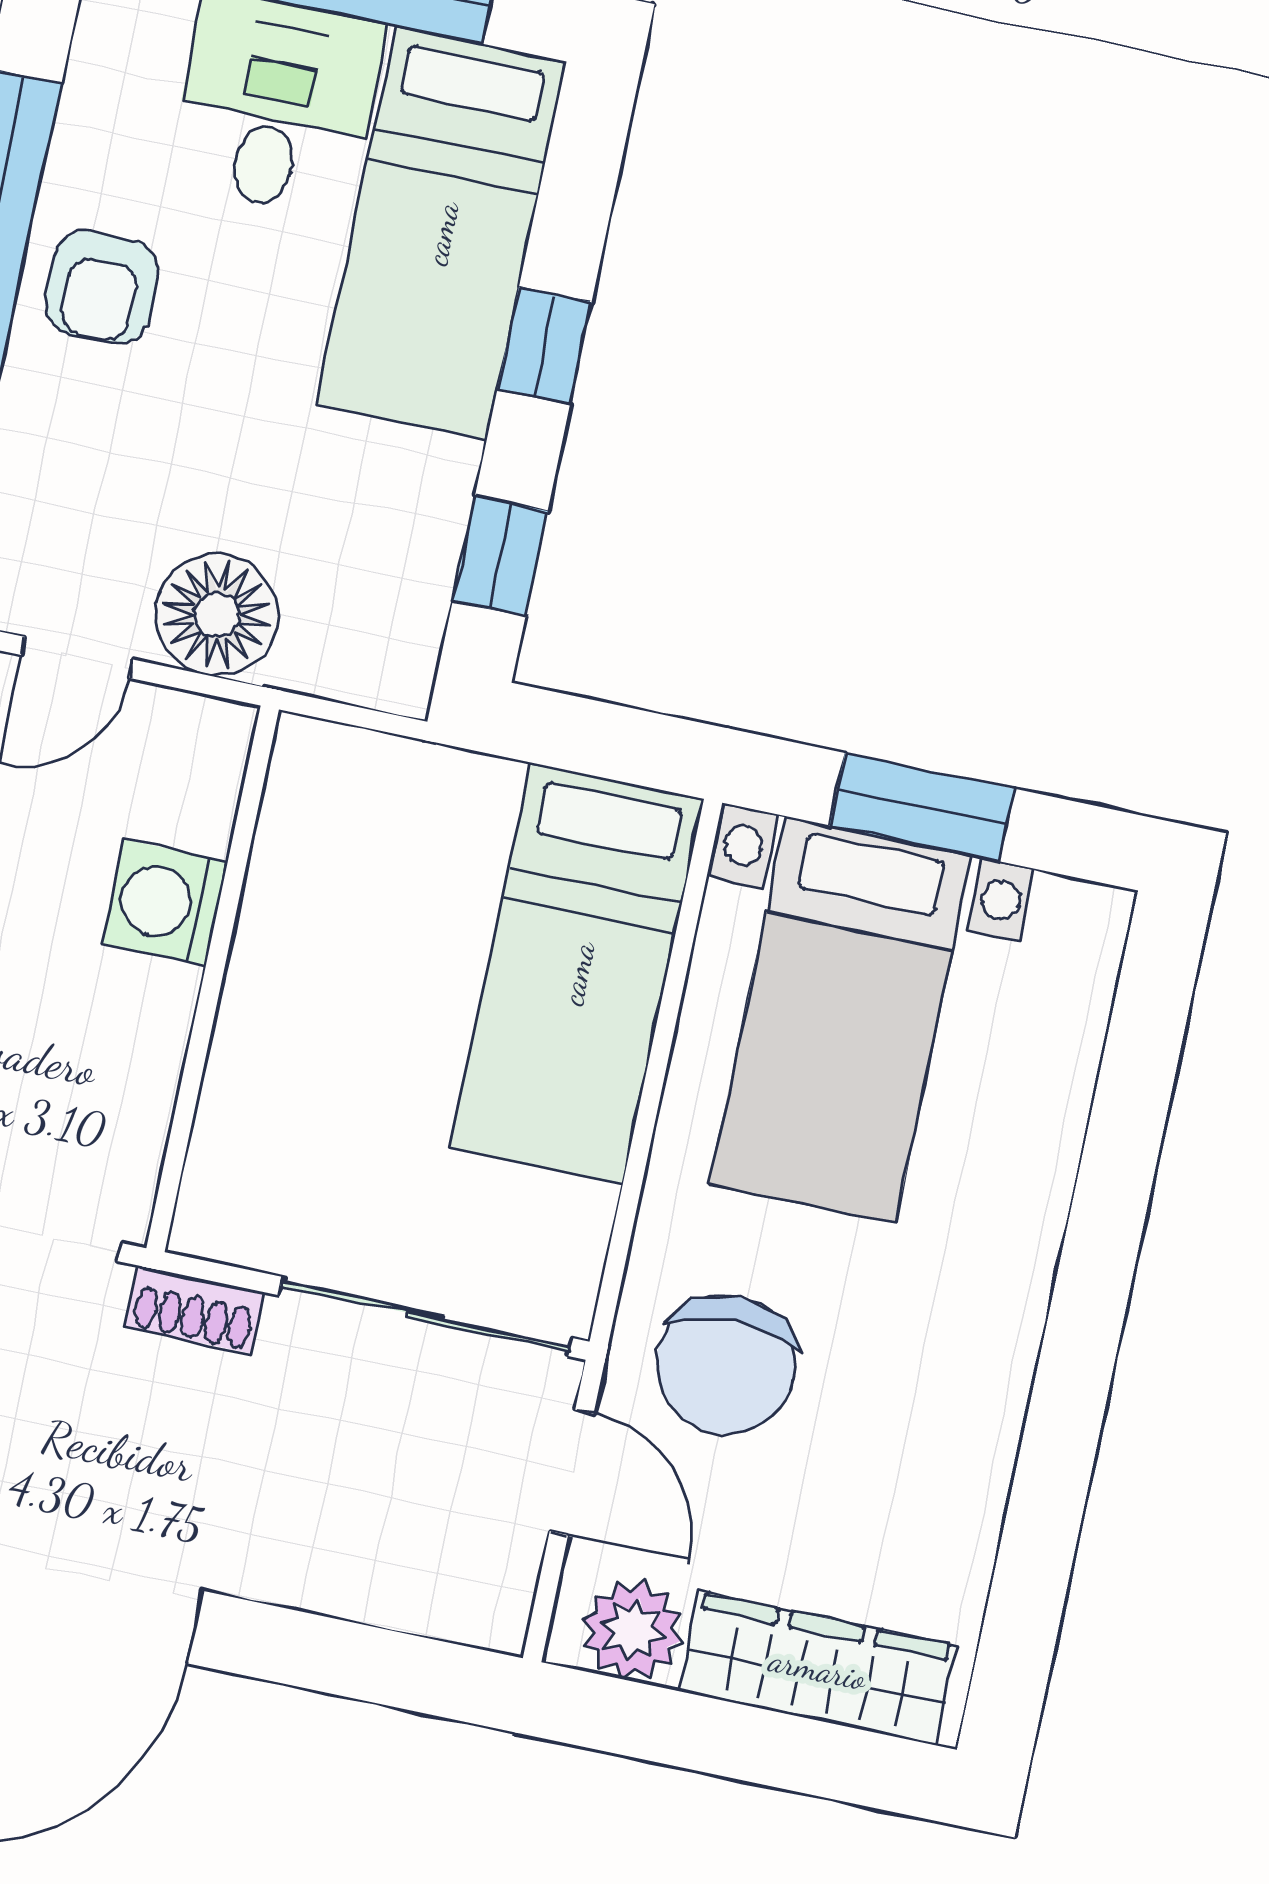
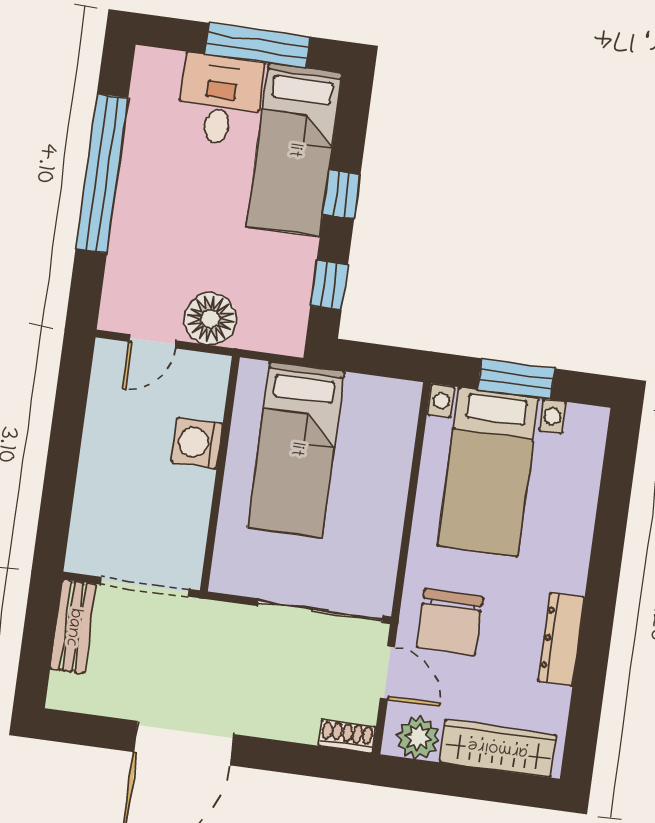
armchair: (102, 287) -> (152, 183), removed
bed: (577, 973) -> (296, 449), moved
shoe rack: (195, 1310) -> (347, 736), moved, turned 180
dresser: (984, 1424) -> (561, 639), added

